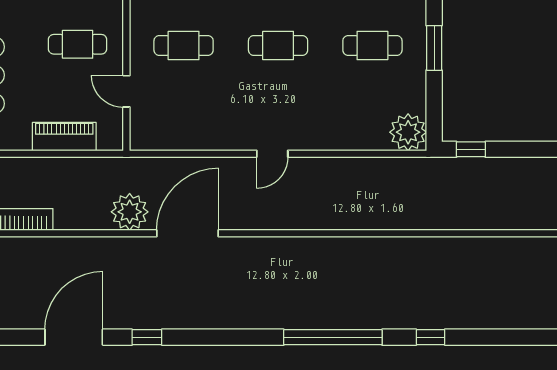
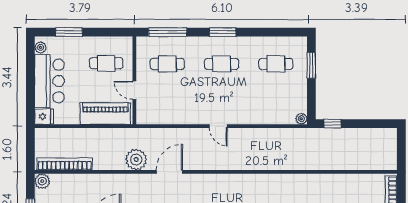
plant: (408, 132) -> (301, 119), width x0.53, depth x0.53
piano: (64, 137) -> (105, 114), width x1.37, depth x1.33
door: (272, 154) -> (218, 126), hinge flipped
door: (187, 233) -> (169, 172), width x0.73

